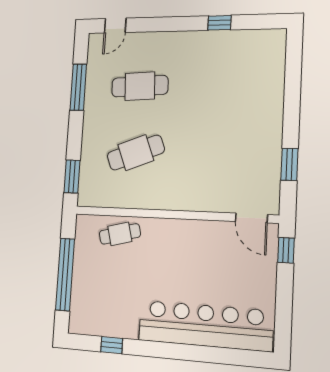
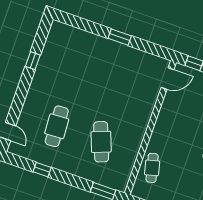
window: (78, 87) -> (42, 170), width x0.46
window: (289, 164) -> (120, 37), moved

